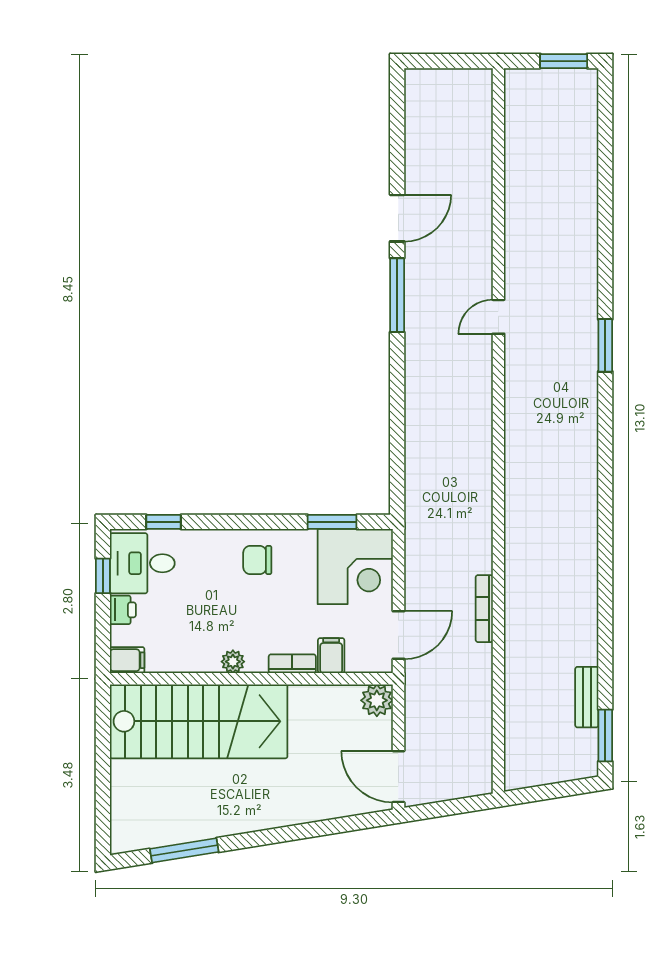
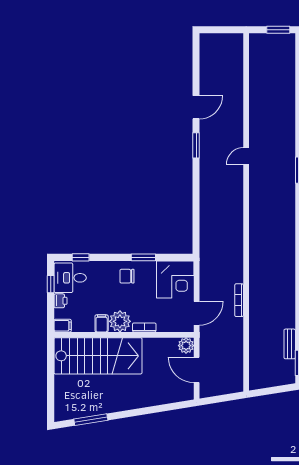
window: (397, 295) -> (196, 145), width x0.69
window: (332, 522) -> (143, 257), moved
filing cabinet: (331, 656) -> (102, 323), moved
plant: (233, 662) -> (120, 321), width x1.87, depth x1.87
door: (398, 777) -> (197, 370), moved

